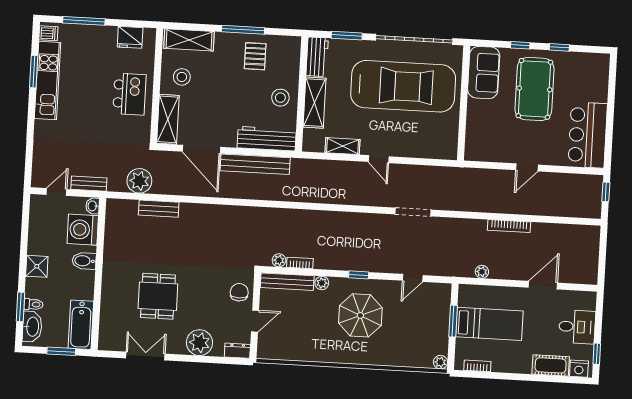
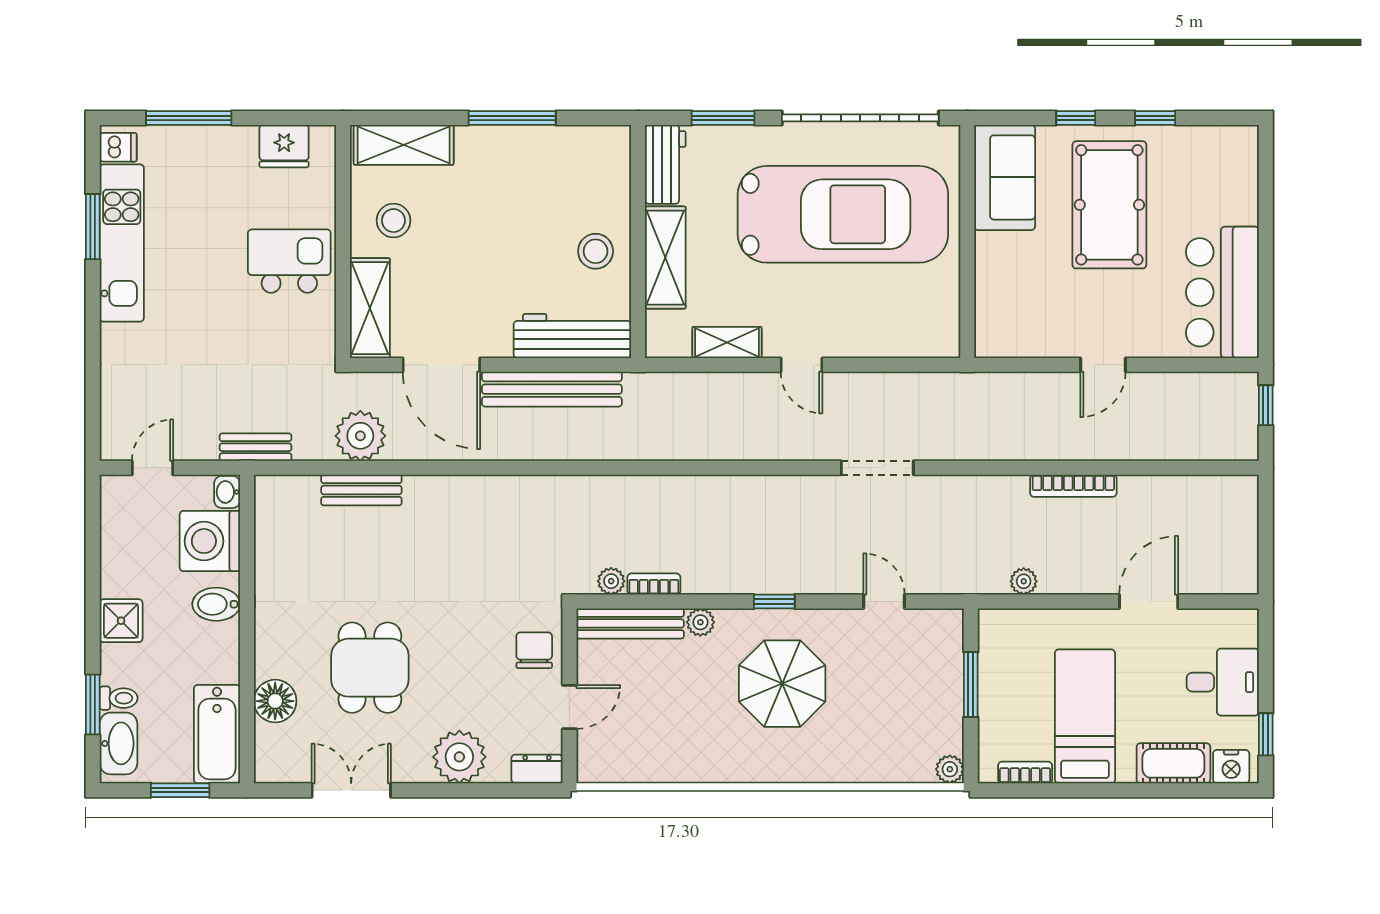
pallet: (255, 56) -> (540, 170), removed
kitchen island: (129, 94) -> (289, 261), turned -90
plant: (139, 181) -> (360, 436), moved
bench: (89, 184) -> (255, 447), moved
door: (413, 278) -> (884, 602), swing flipped
floor lamp: (110, 310) -> (275, 701), added
bed: (489, 324) -> (1085, 716), moved, turned -90

